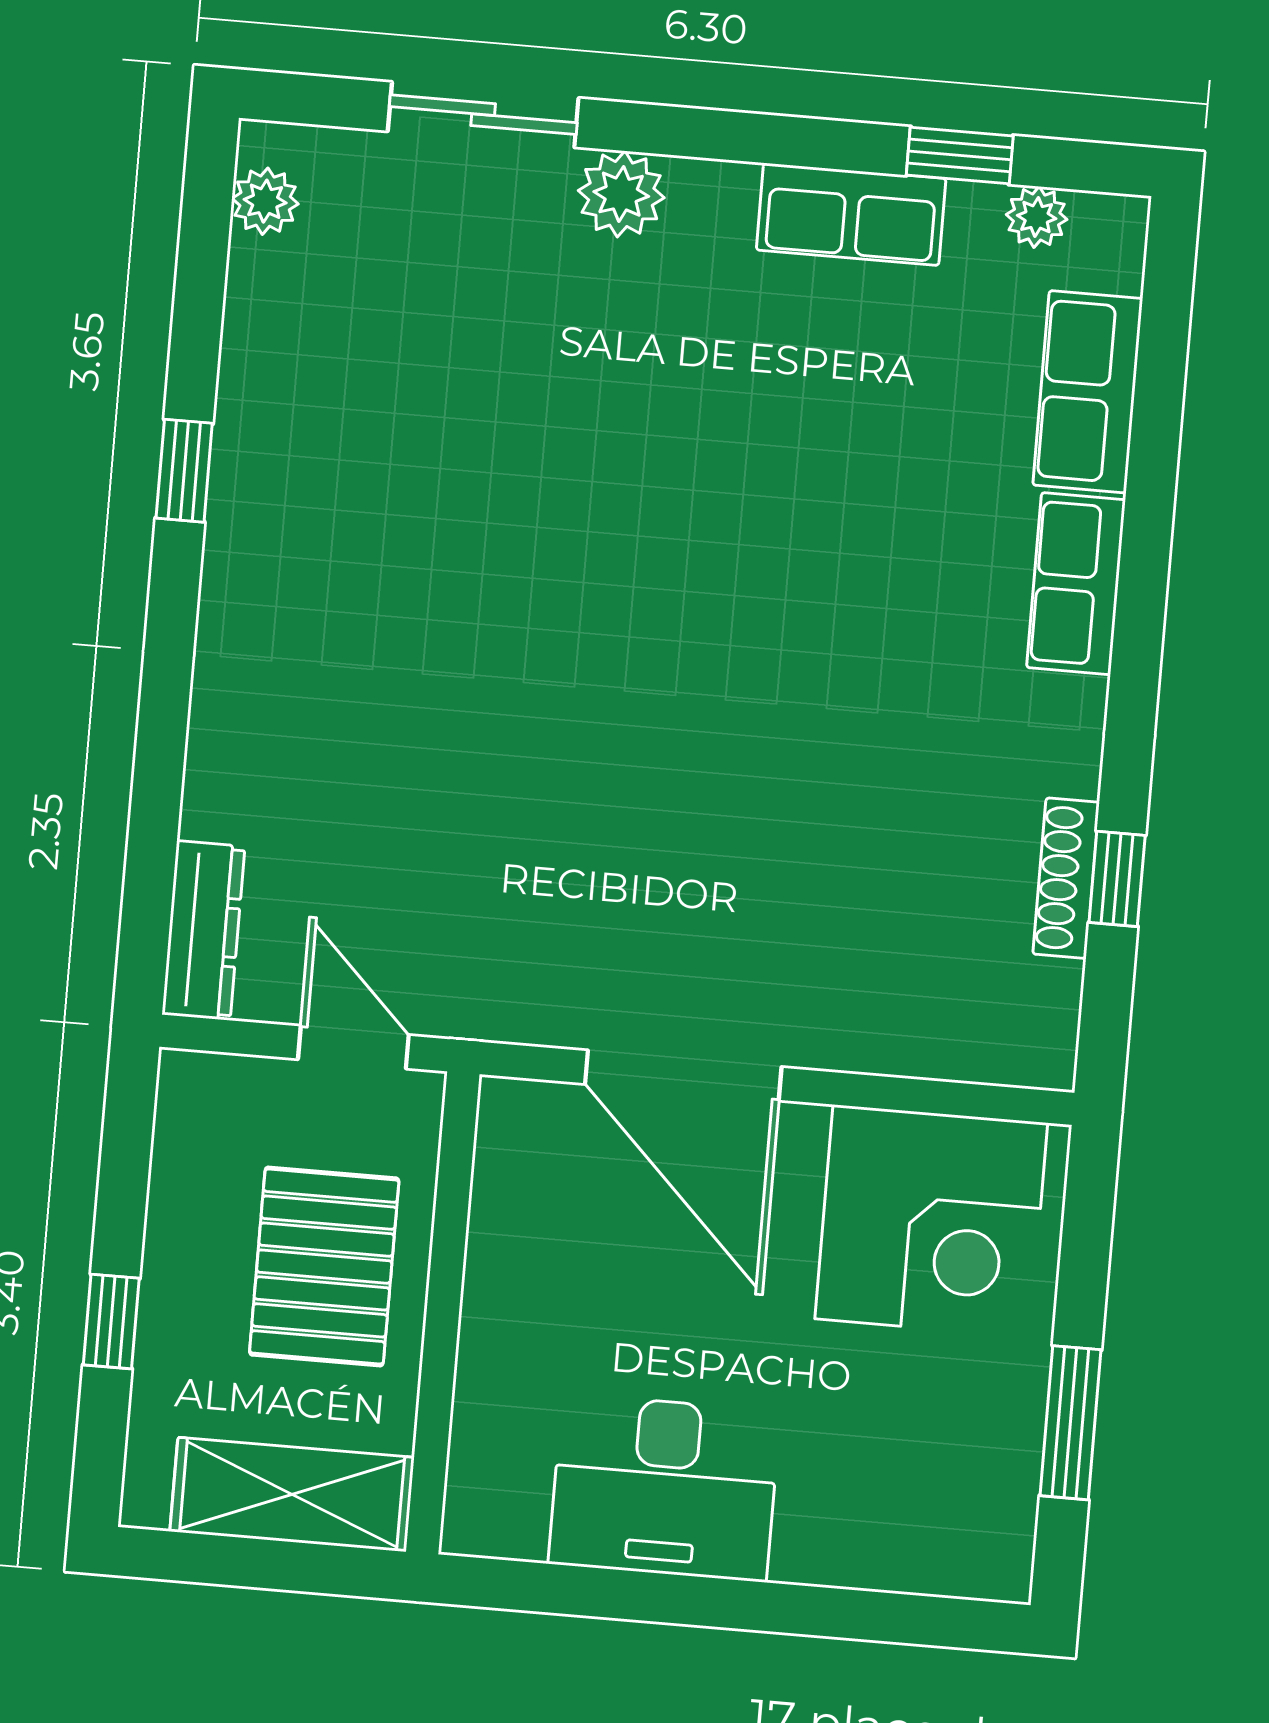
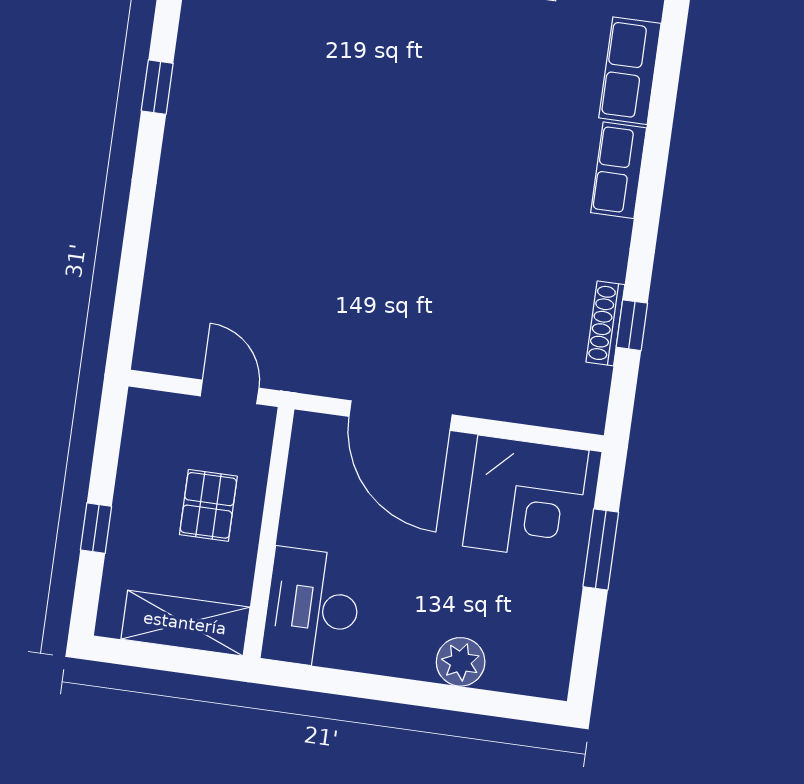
dresser: (203, 930) -> (155, 327), removed
pallet: (324, 1267) -> (208, 505), width x0.67, depth x0.71
window: (1070, 1423) -> (601, 549), moved
desk: (664, 1488) -> (312, 608), moved, turned 90
plant: (823, 1541) -> (461, 662), added

